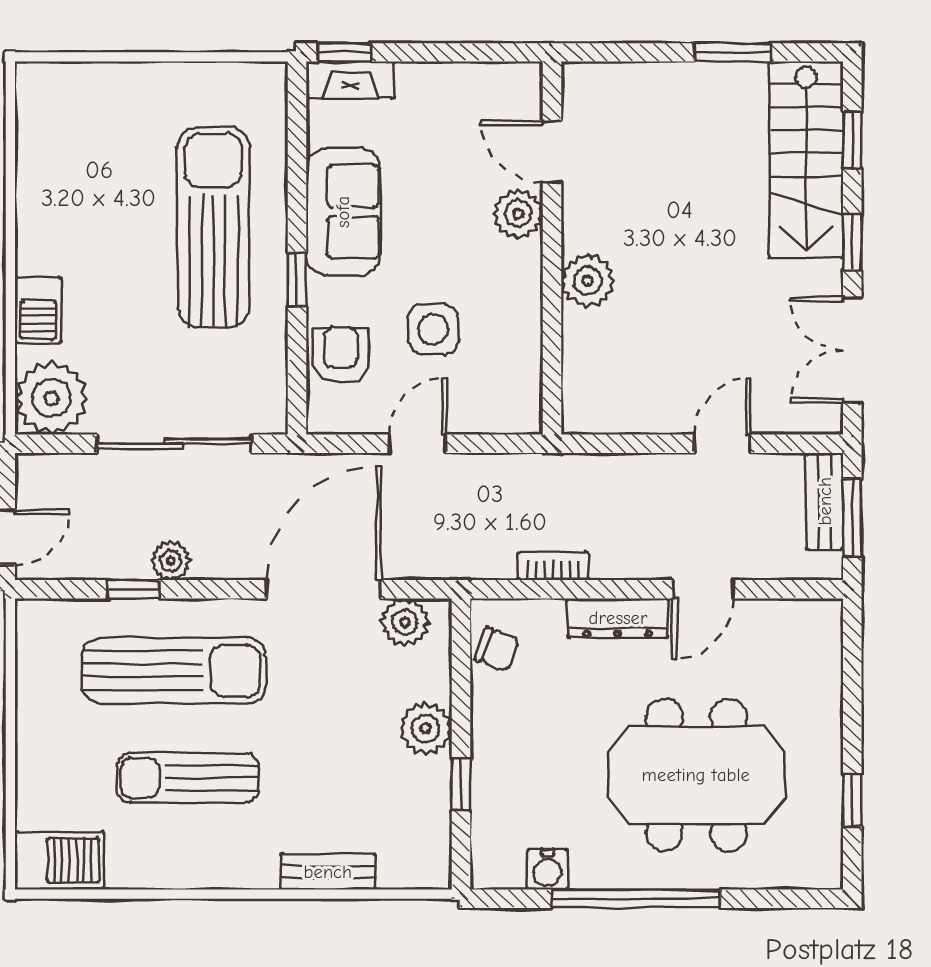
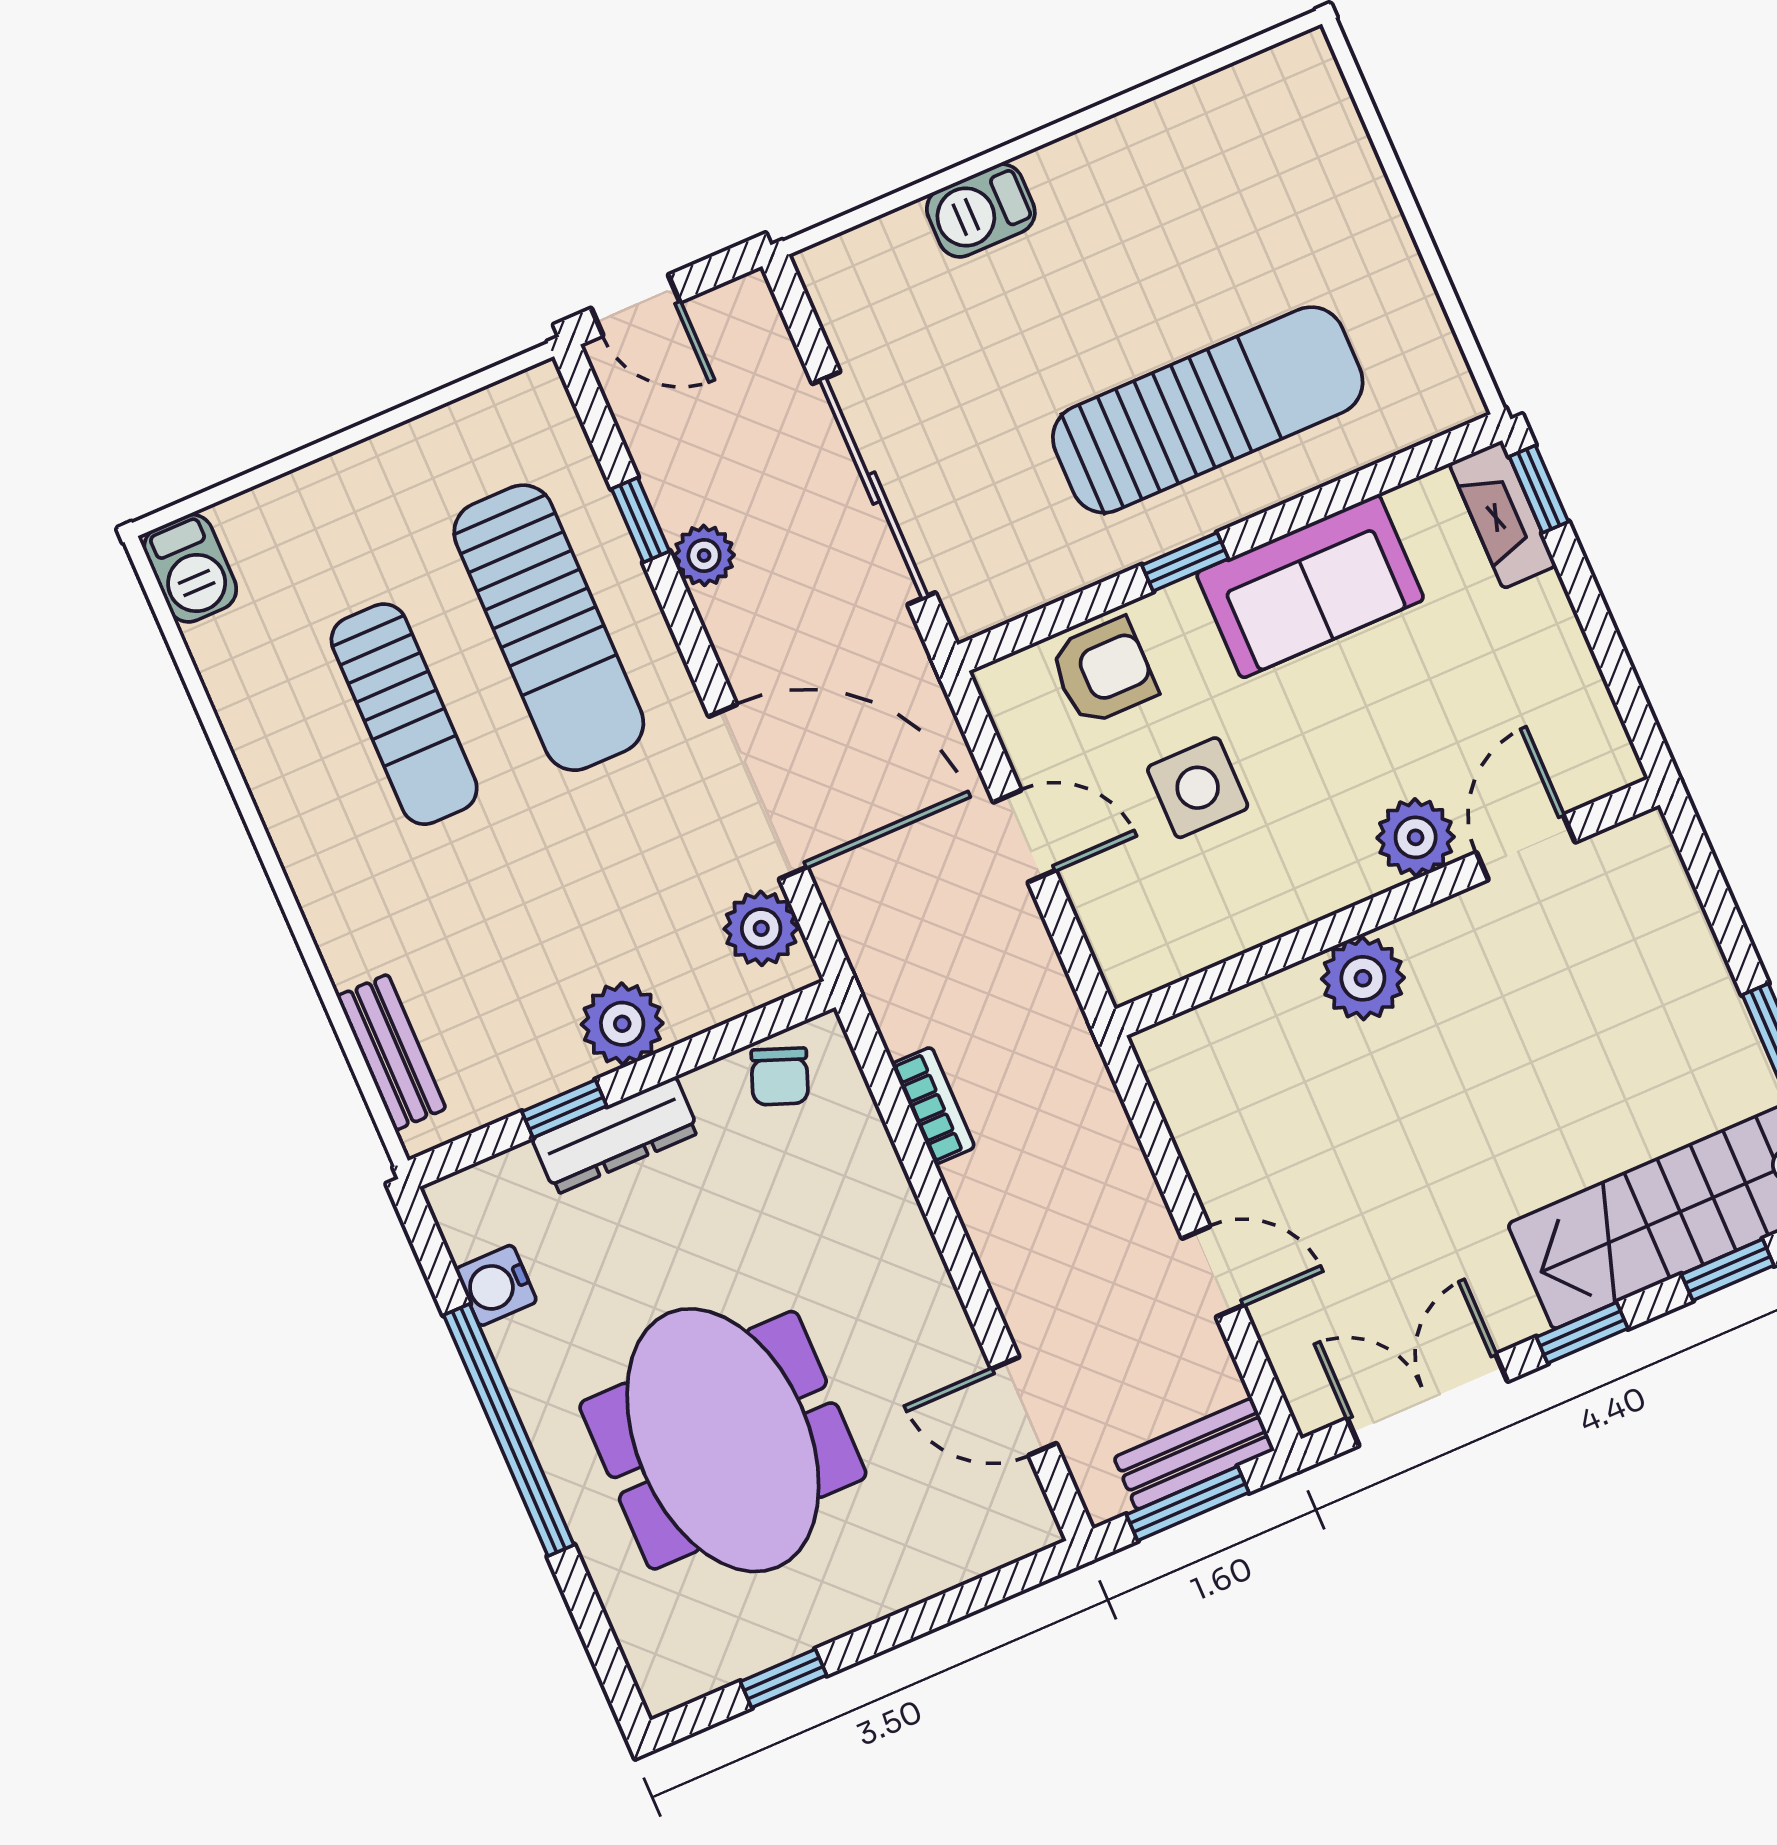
plant: (51, 398) -> (863, 284), removed
door: (703, 589) -> (1024, 1406), moved
dresser: (618, 618) -> (616, 1136), moved, turned -90
sun lounger: (188, 778) -> (404, 714), turned 180
barbecue: (59, 861) -> (190, 568), width x0.73, depth x0.79
bench: (328, 872) -> (391, 1052), moved

